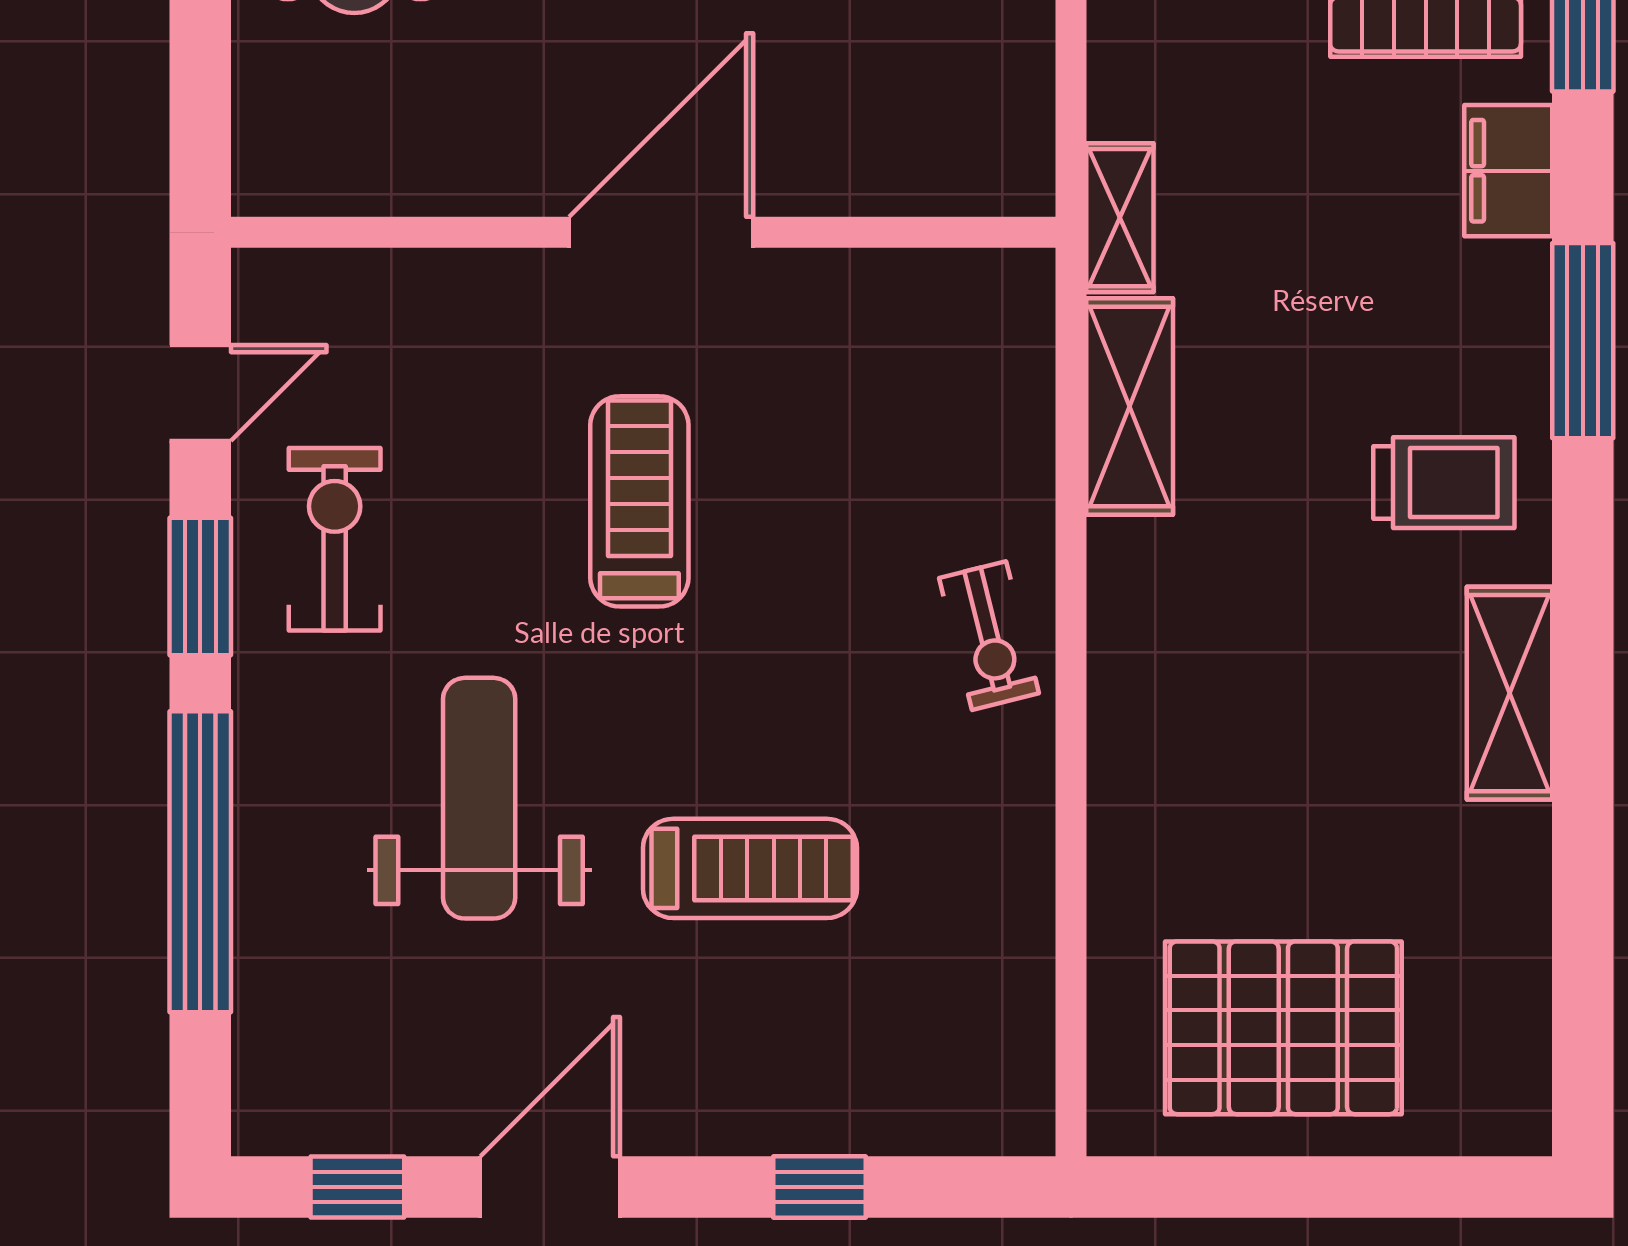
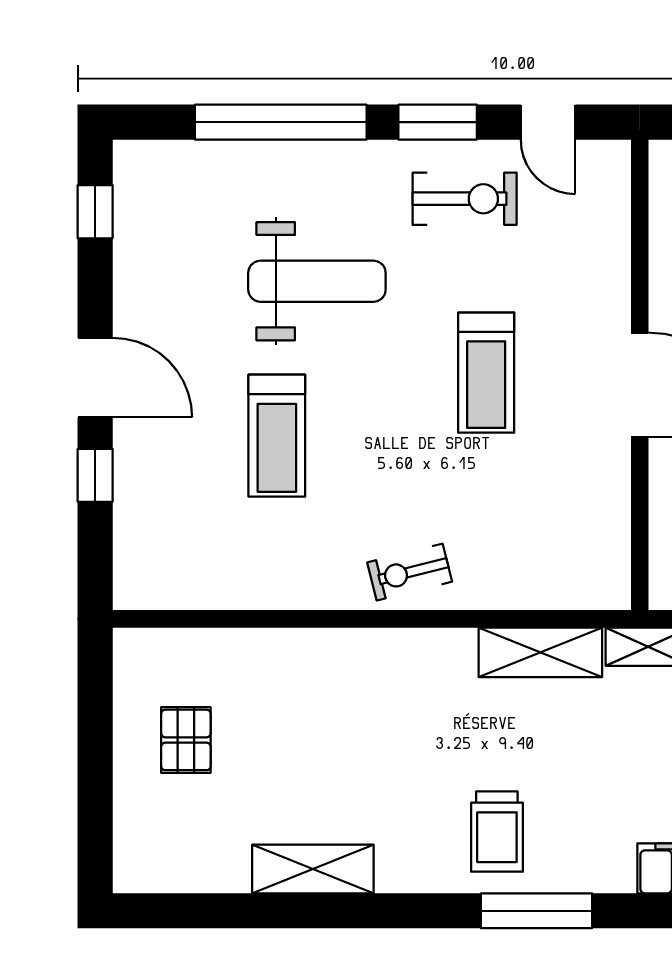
window: (1583, 341) -> (536, 911), moved
treadmill: (639, 501) -> (486, 373), turned 90
shelving: (1510, 693) -> (313, 869), moved
pallet: (1283, 1028) -> (186, 740), width x0.49, depth x0.50
door: (550, 1187) -> (95, 378), moved

